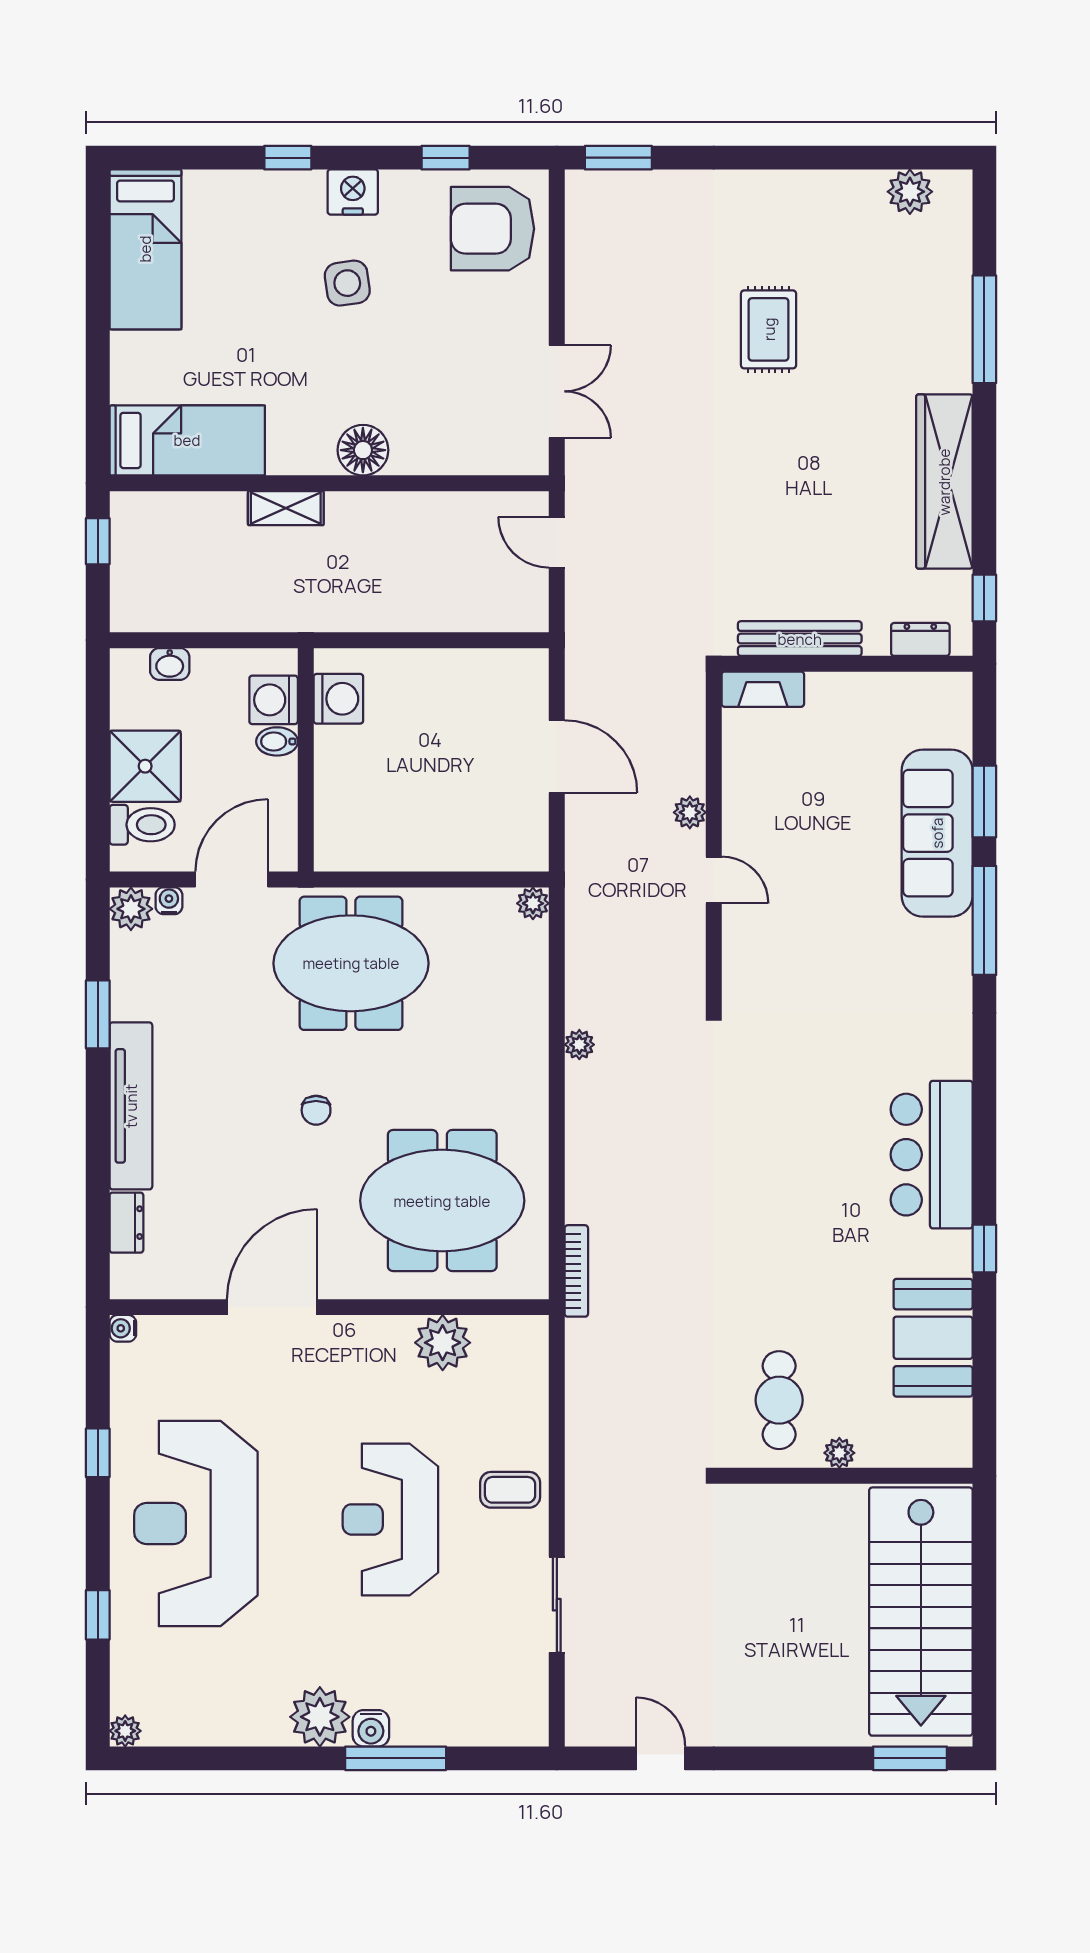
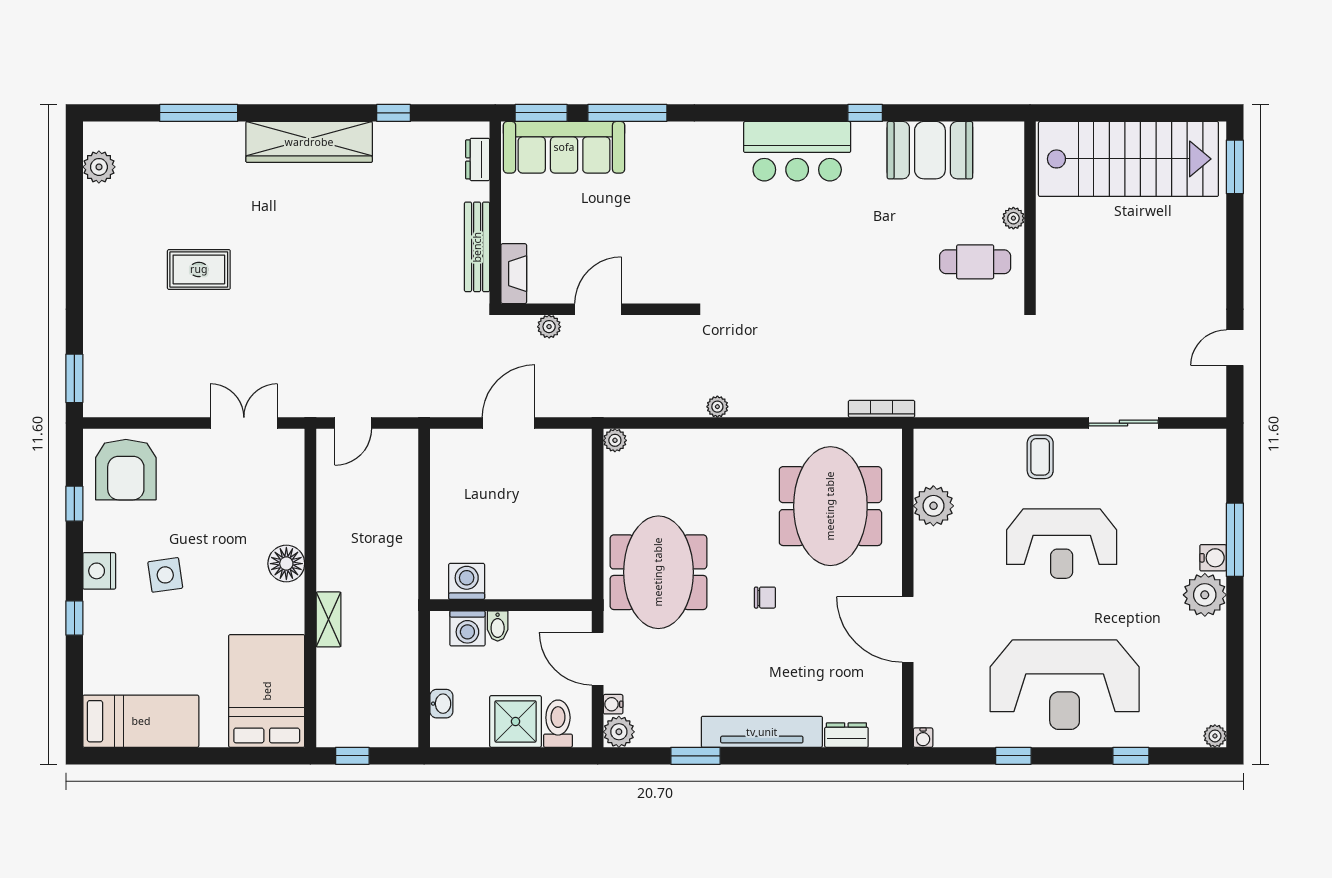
bed: (187, 440) -> (267, 691), width x1.50
bench: (800, 639) -> (477, 247), moved
dresser: (920, 639) -> (478, 159), moved
wall: (847, 664) -> (495, 213), moved
fireplace: (763, 689) -> (514, 274), moved
door: (714, 880) -> (598, 309), width x1.38

